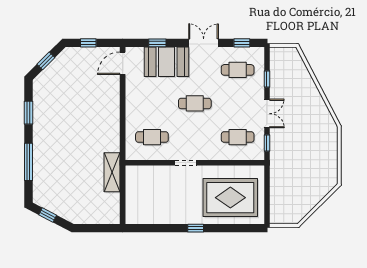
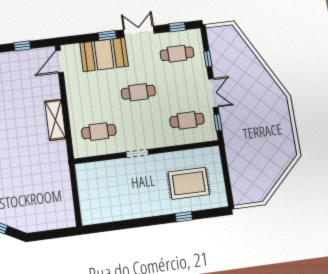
window: (157, 43) -> (107, 35), moved
shelving: (112, 172) -> (55, 120), moved
rug: (230, 198) -> (189, 183), width x0.73, depth x0.69
window: (196, 228) -> (184, 217), moved

